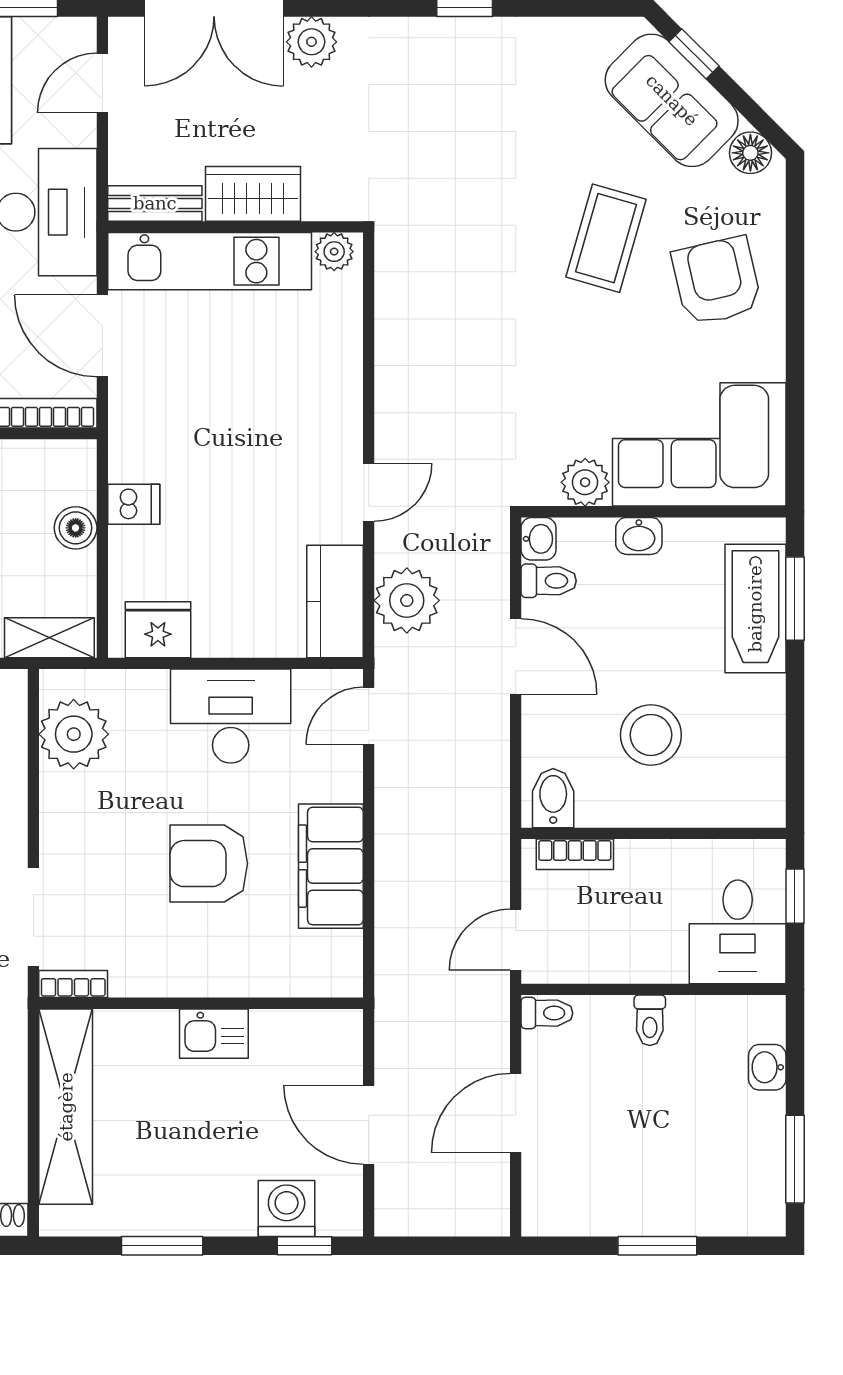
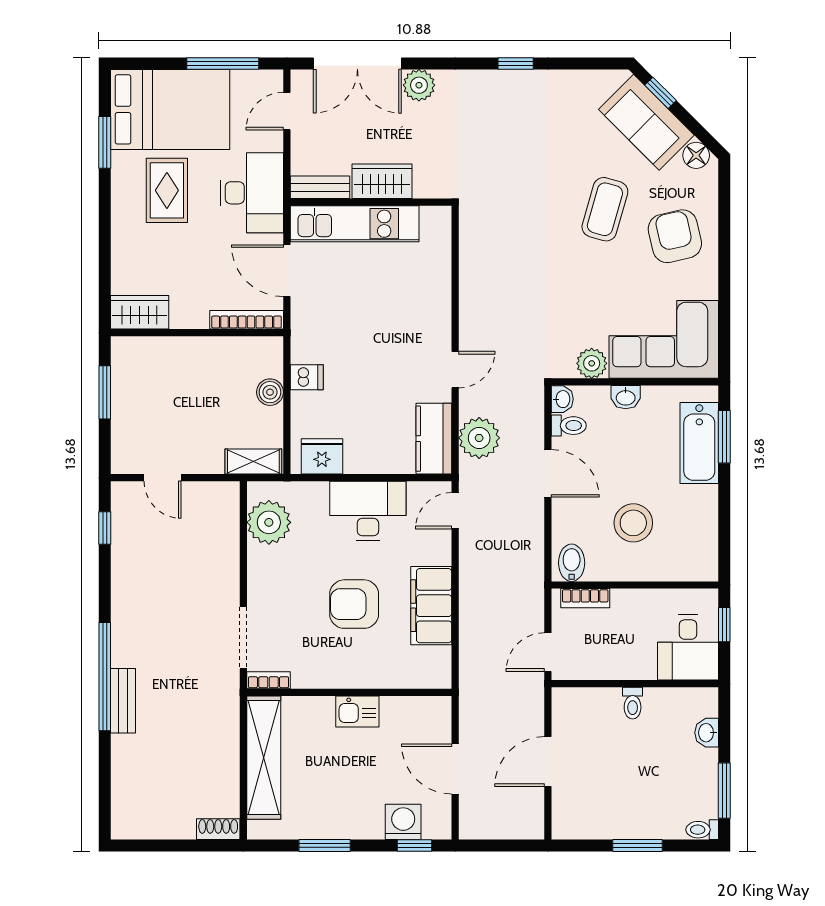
plant: (334, 252) -> (433, 218), removed
toilet: (547, 1013) -> (702, 830), moved, turned 180

